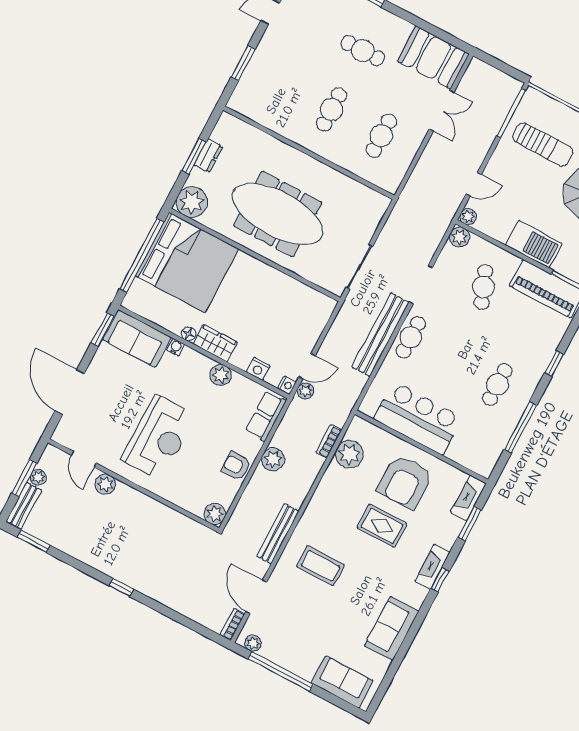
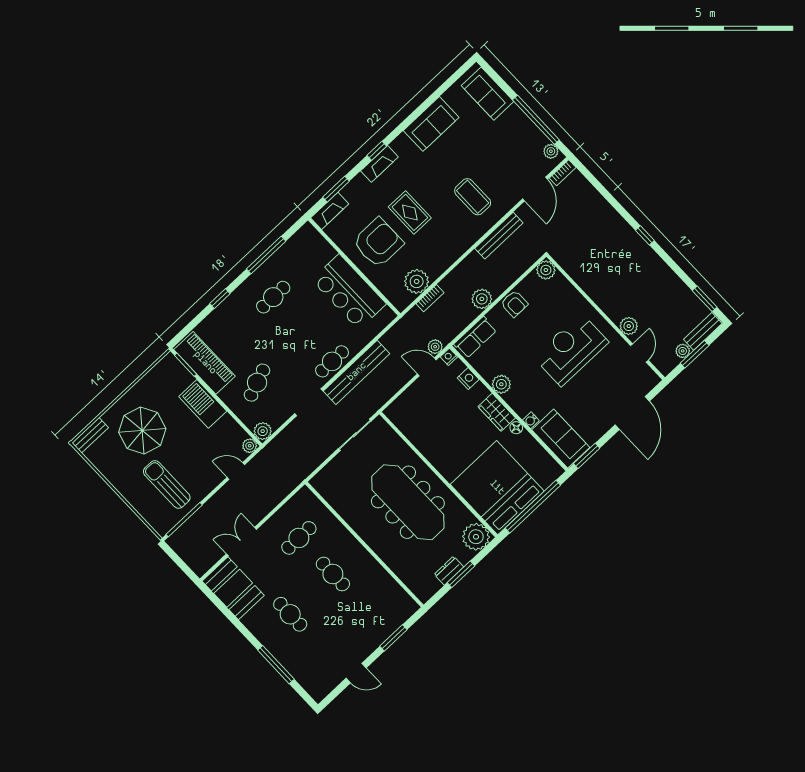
cafe table: (332, 109) -> (333, 574), turned 90

